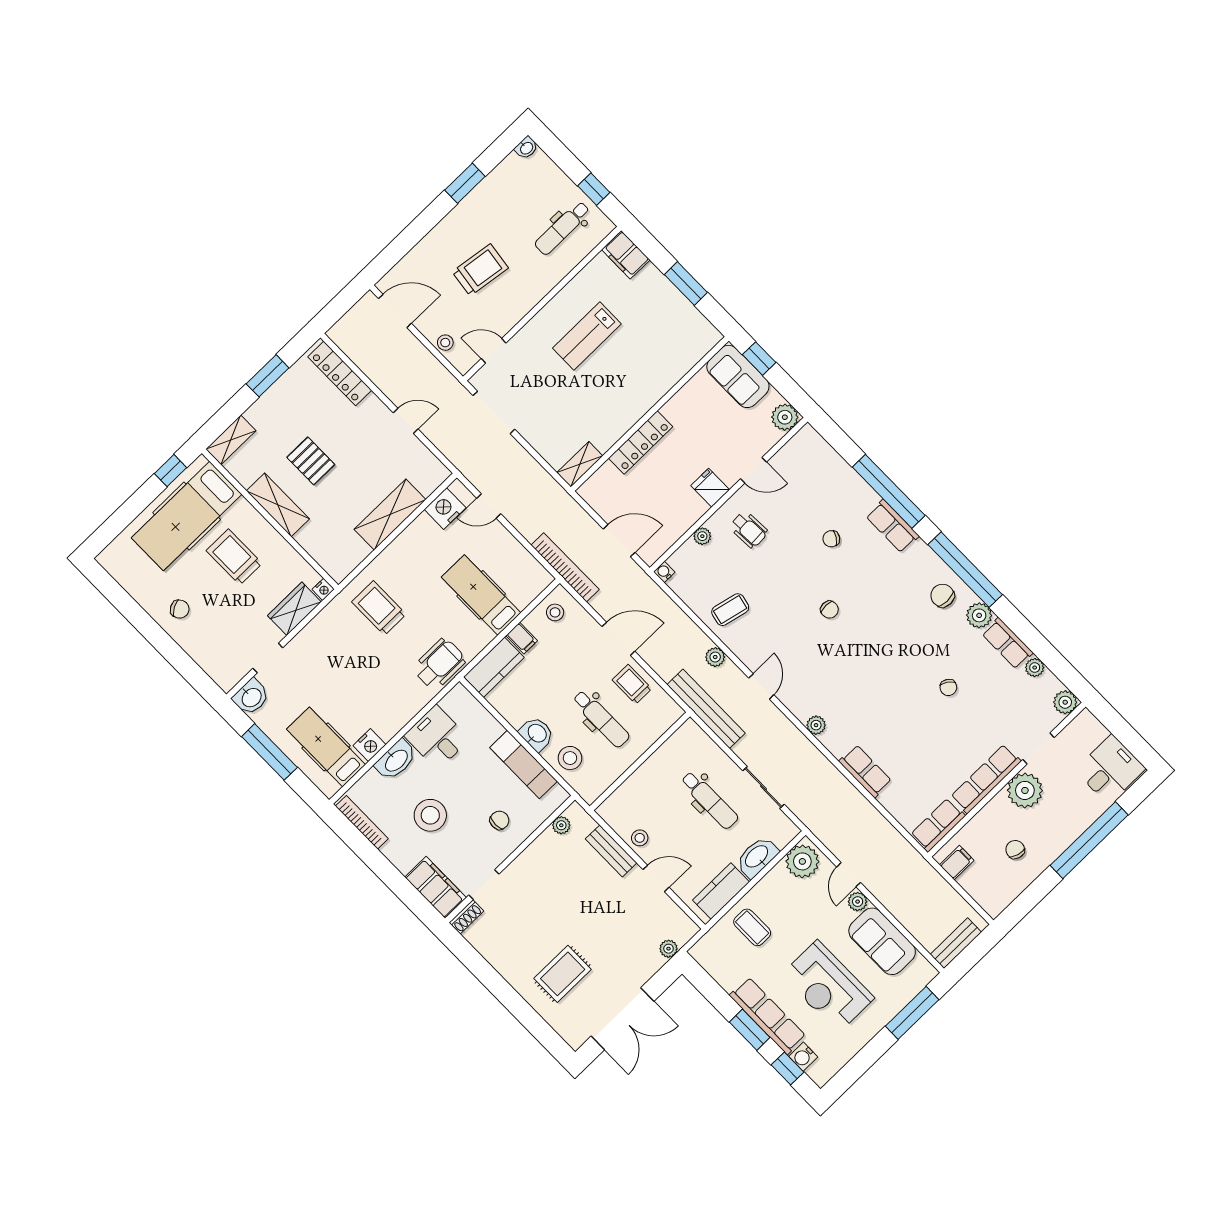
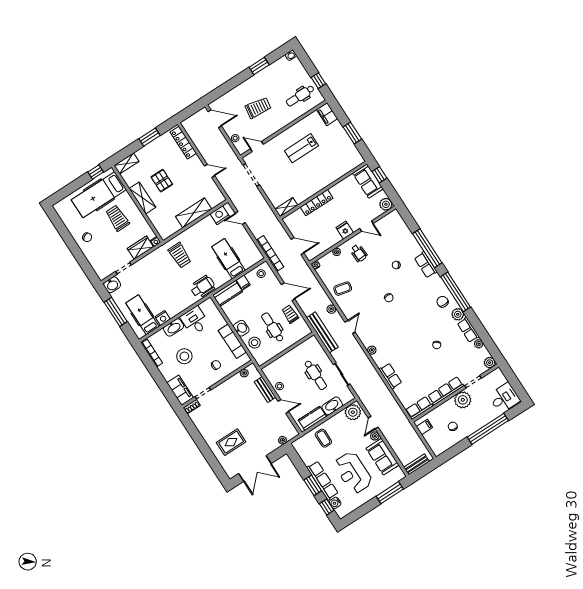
trolley: (379, 608) -> (180, 255), turned 180
dental chair: (601, 719) -> (273, 327), turned 180

